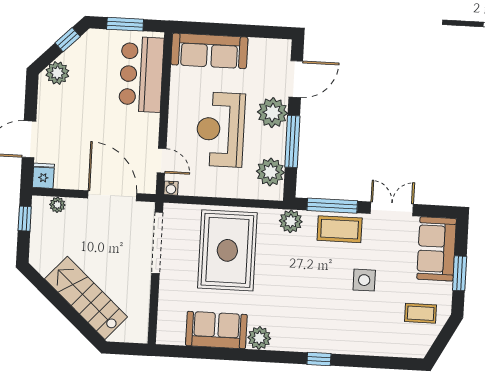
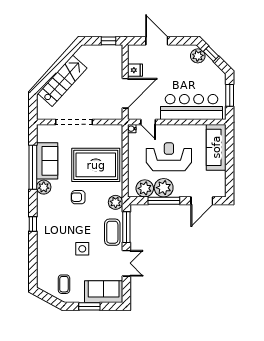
window: (68, 40) -> (211, 54), moved
bar counter: (141, 74) -> (191, 107), width x1.36
door: (296, 79) -> (202, 201), hinge flipped
plant: (272, 113) -> (164, 188), moved
door: (162, 161) -> (148, 122), hinge flipped
fridge: (43, 176) -> (135, 70), moved
plant: (57, 205) -> (118, 60), removed
doorway: (157, 243) -> (74, 122), moved
armchair: (279, 282) -> (78, 197), added
window: (226, 354) -> (33, 167), added

